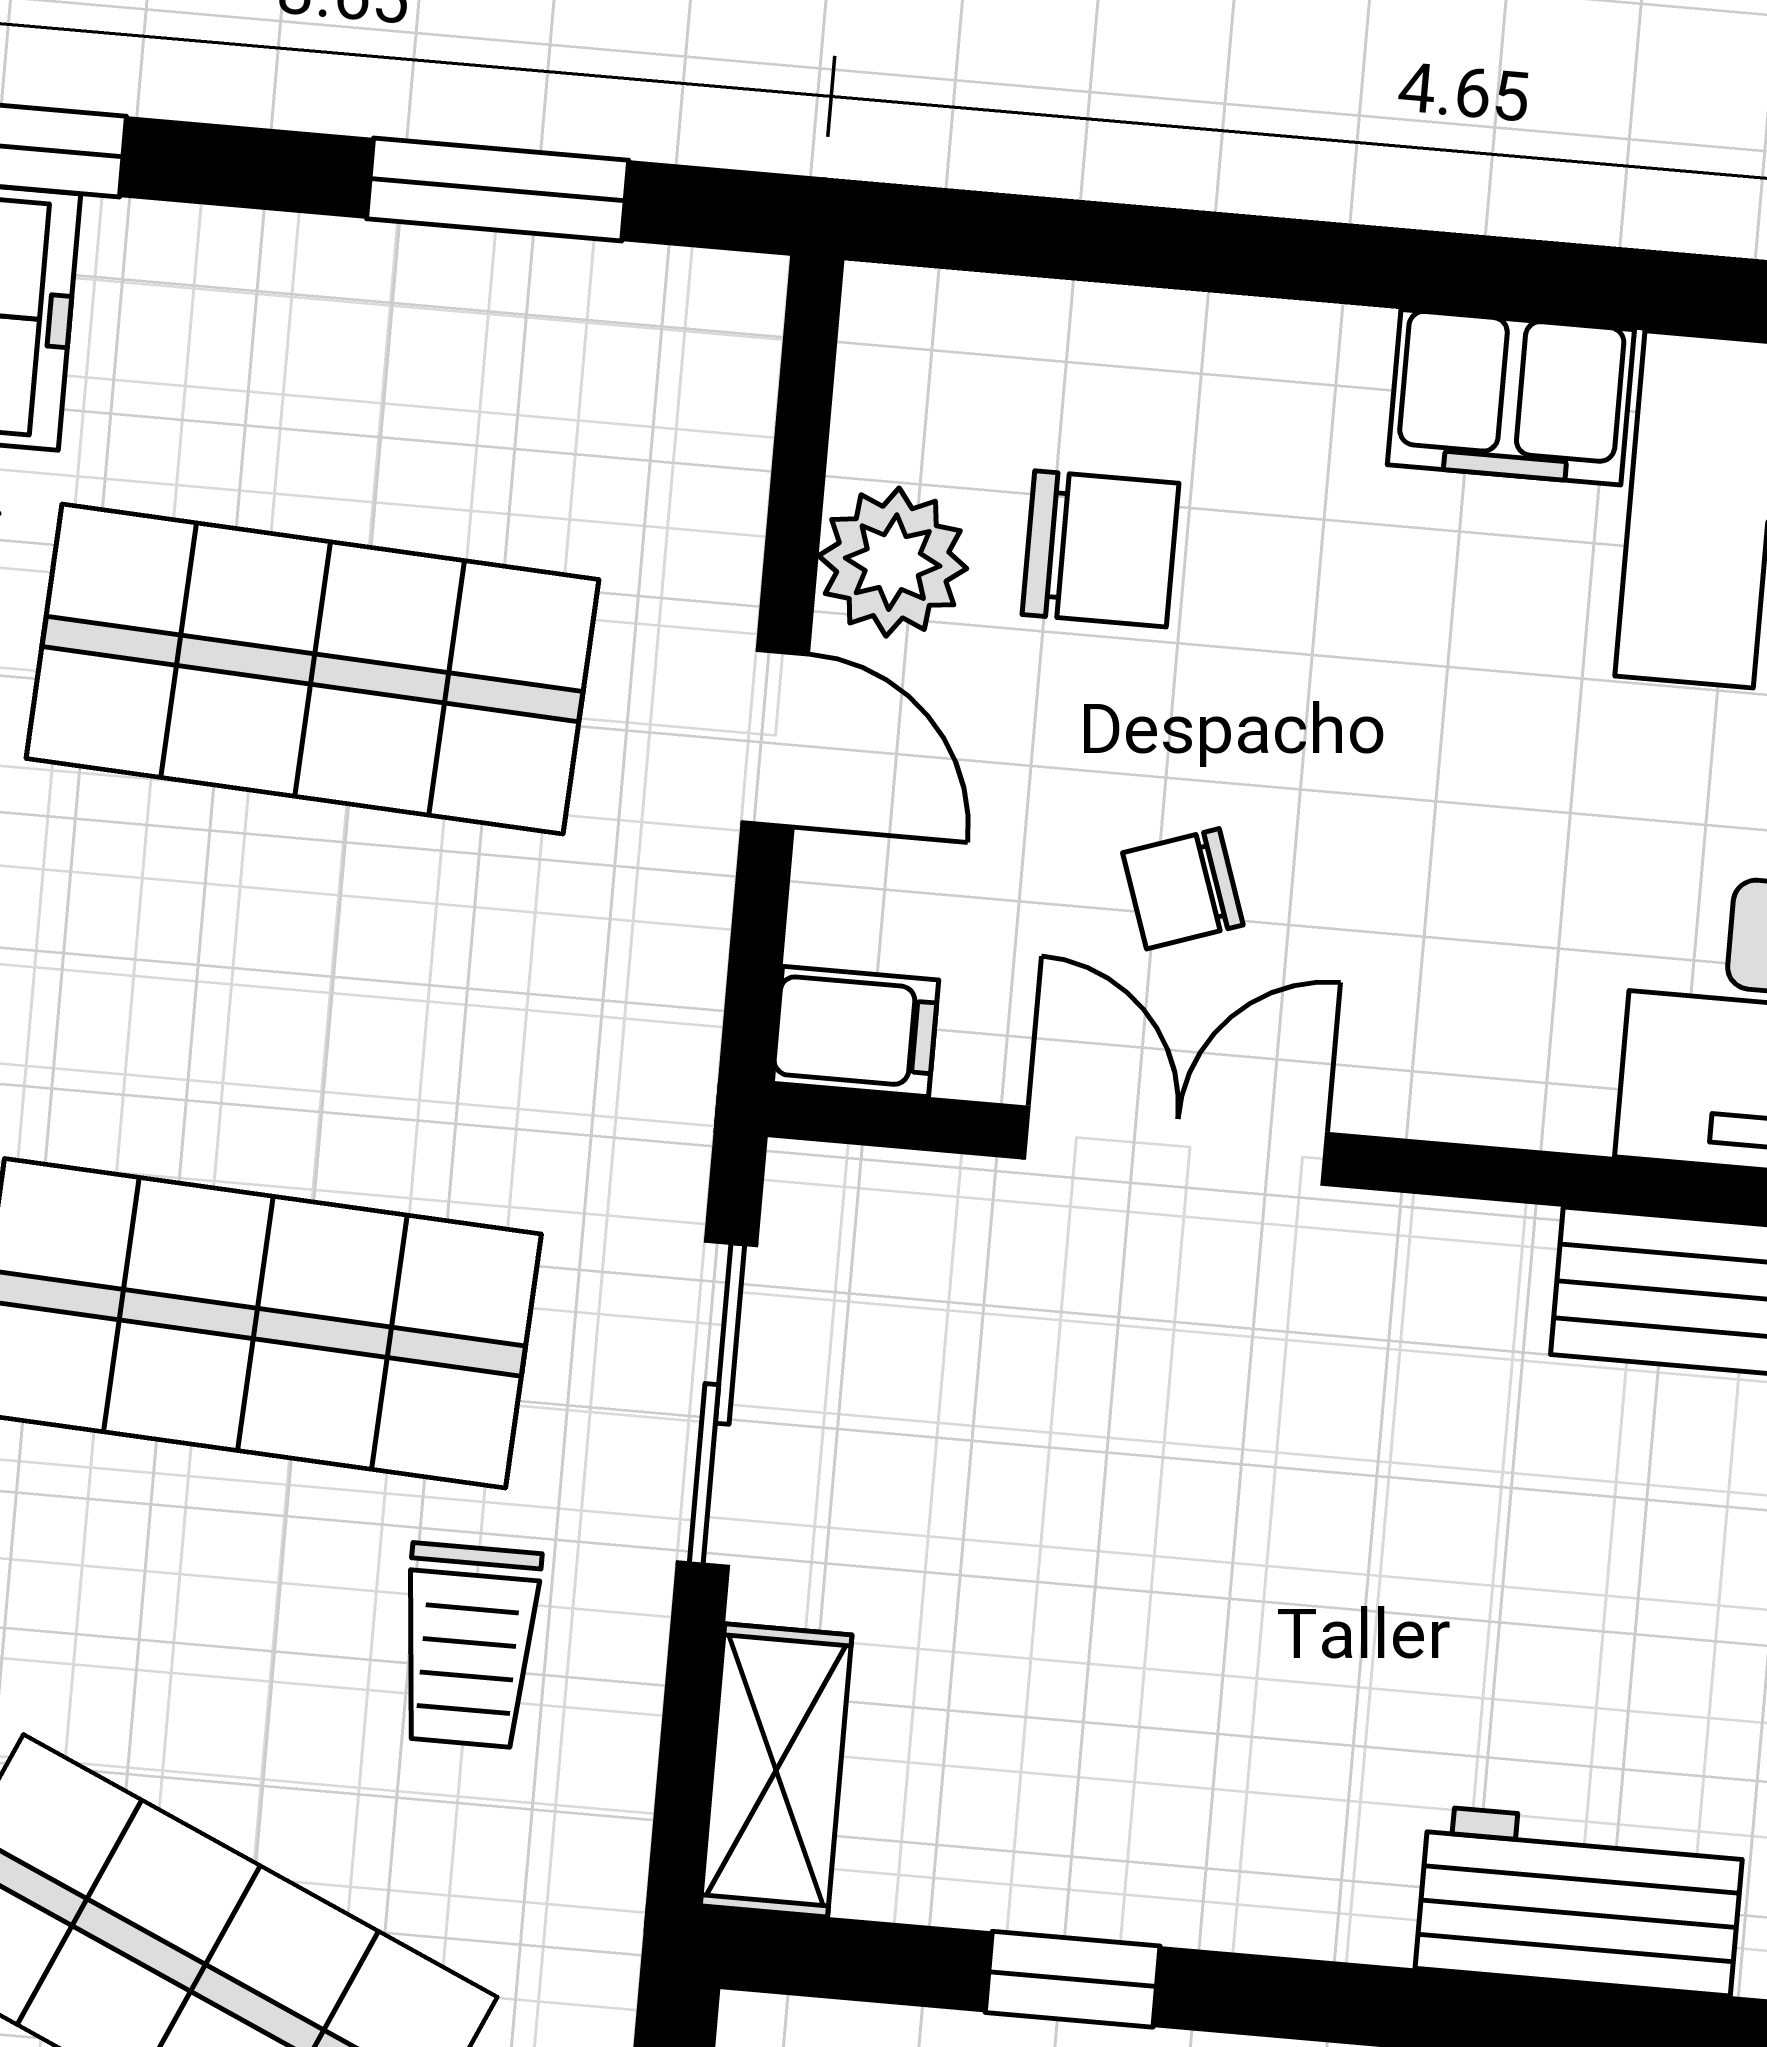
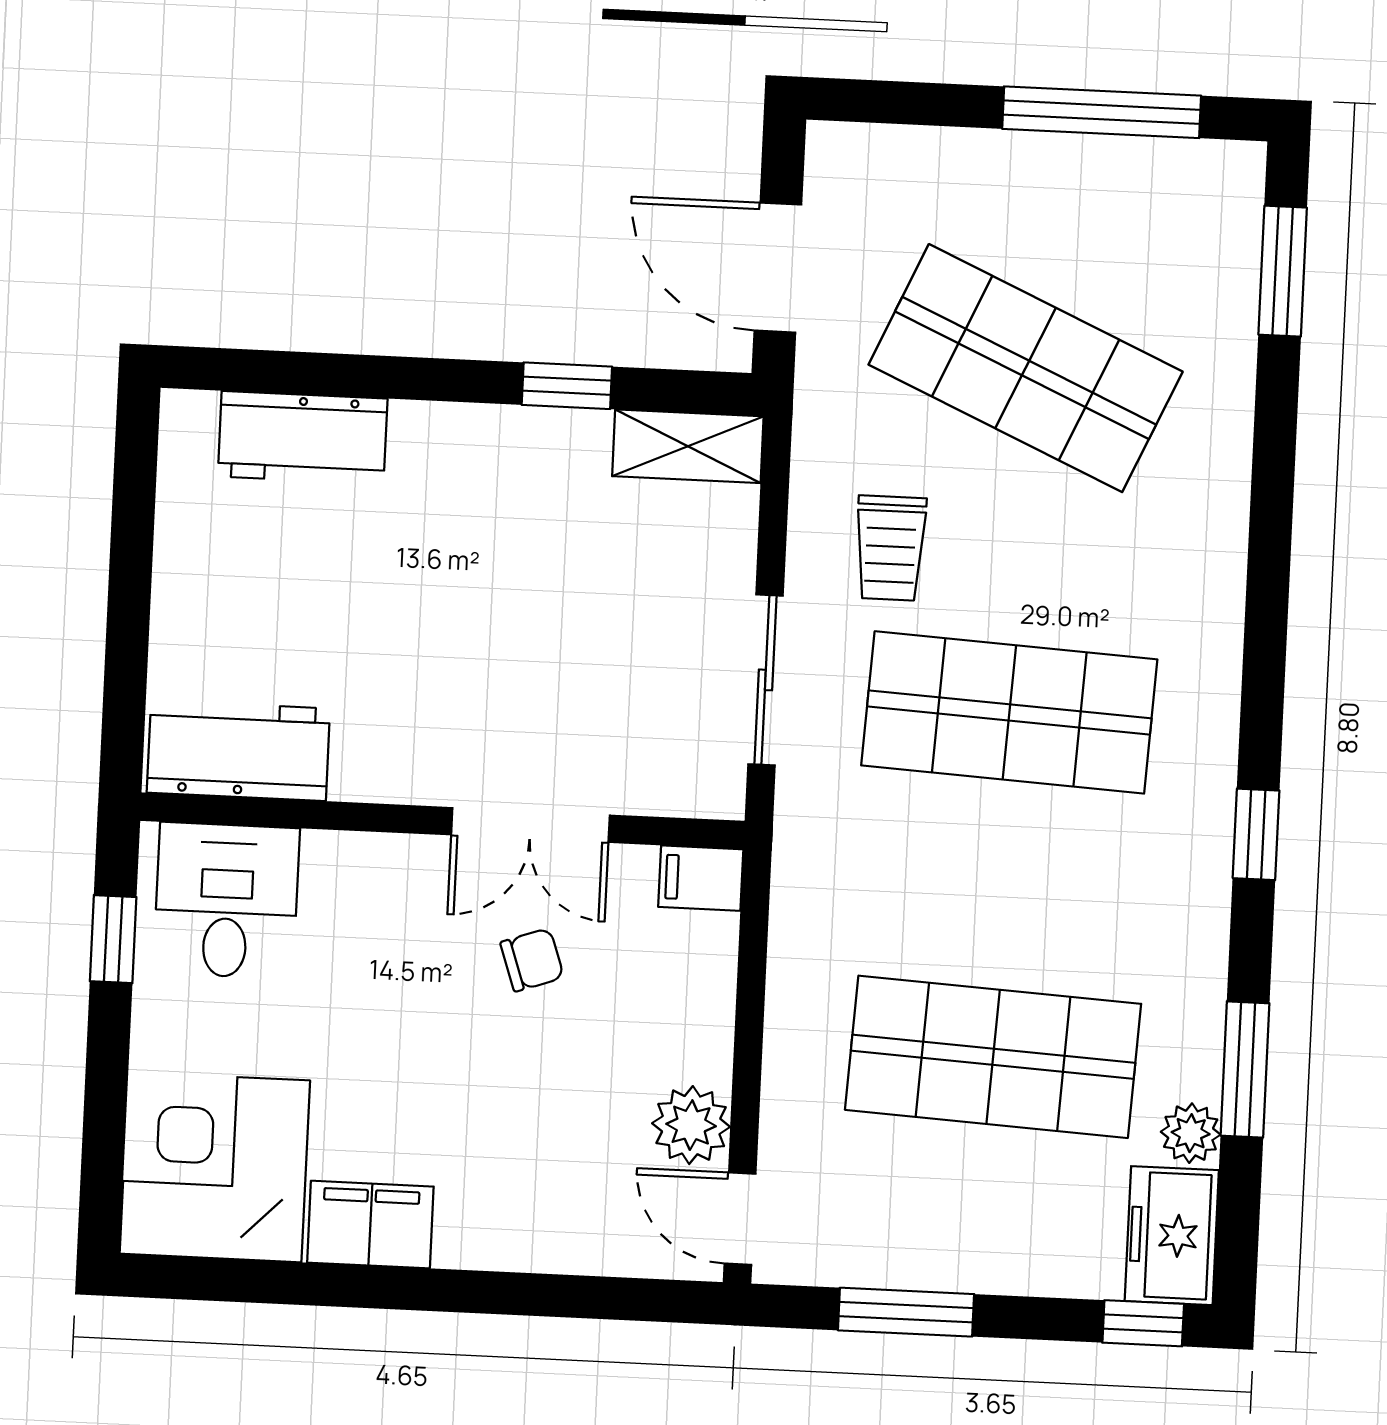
chair: (1101, 549) -> (582, 1136), removed
door: (775, 738) -> (740, 1219), moved
trolley: (469, 1645) -> (890, 548), turned 180
shelving: (776, 1770) -> (688, 446), moved, turned 90

